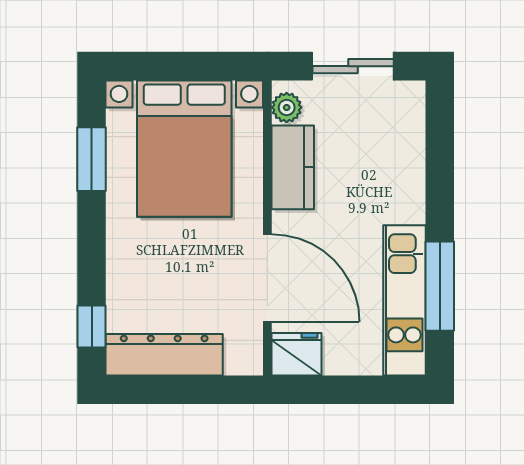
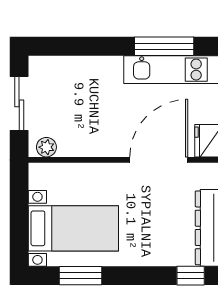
bed with nightstands: (184, 149) -> (73, 228), width x0.73
kitchen counter: (293, 167) -> (86, 143), removed

